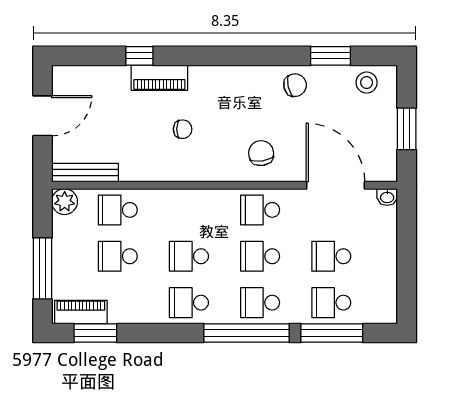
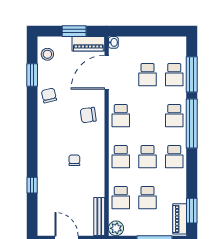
piano: (159, 78) -> (88, 44), moved, turned 90
school desk: (260, 256) -> (121, 157), moved

